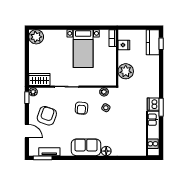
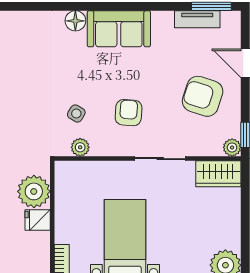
fridge: (124, 45) -> (38, 220), moved
armchair: (47, 116) -> (203, 96), turned 89

